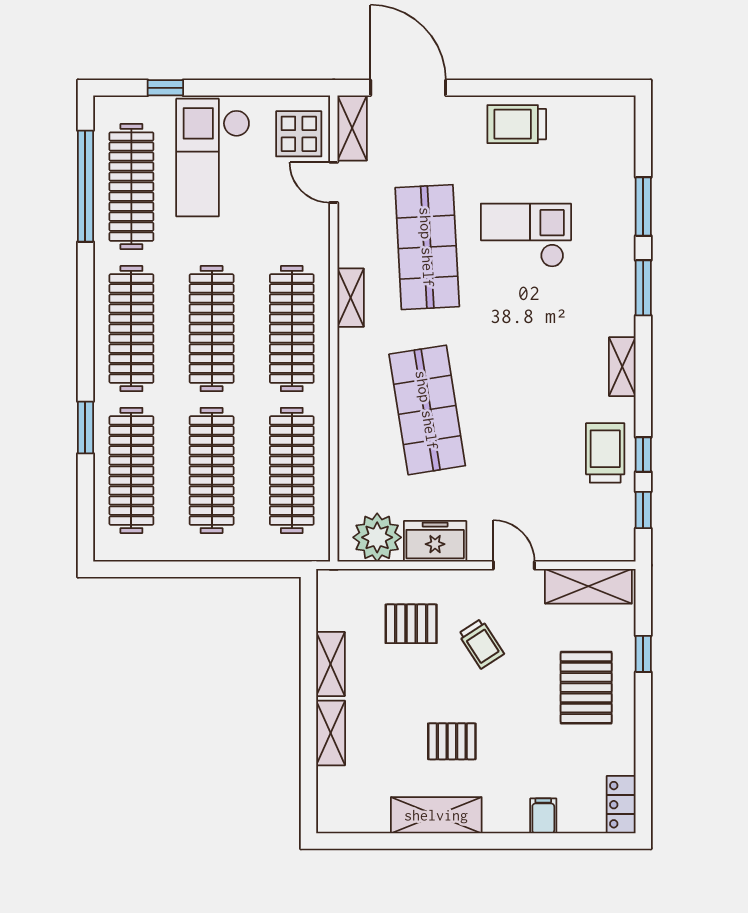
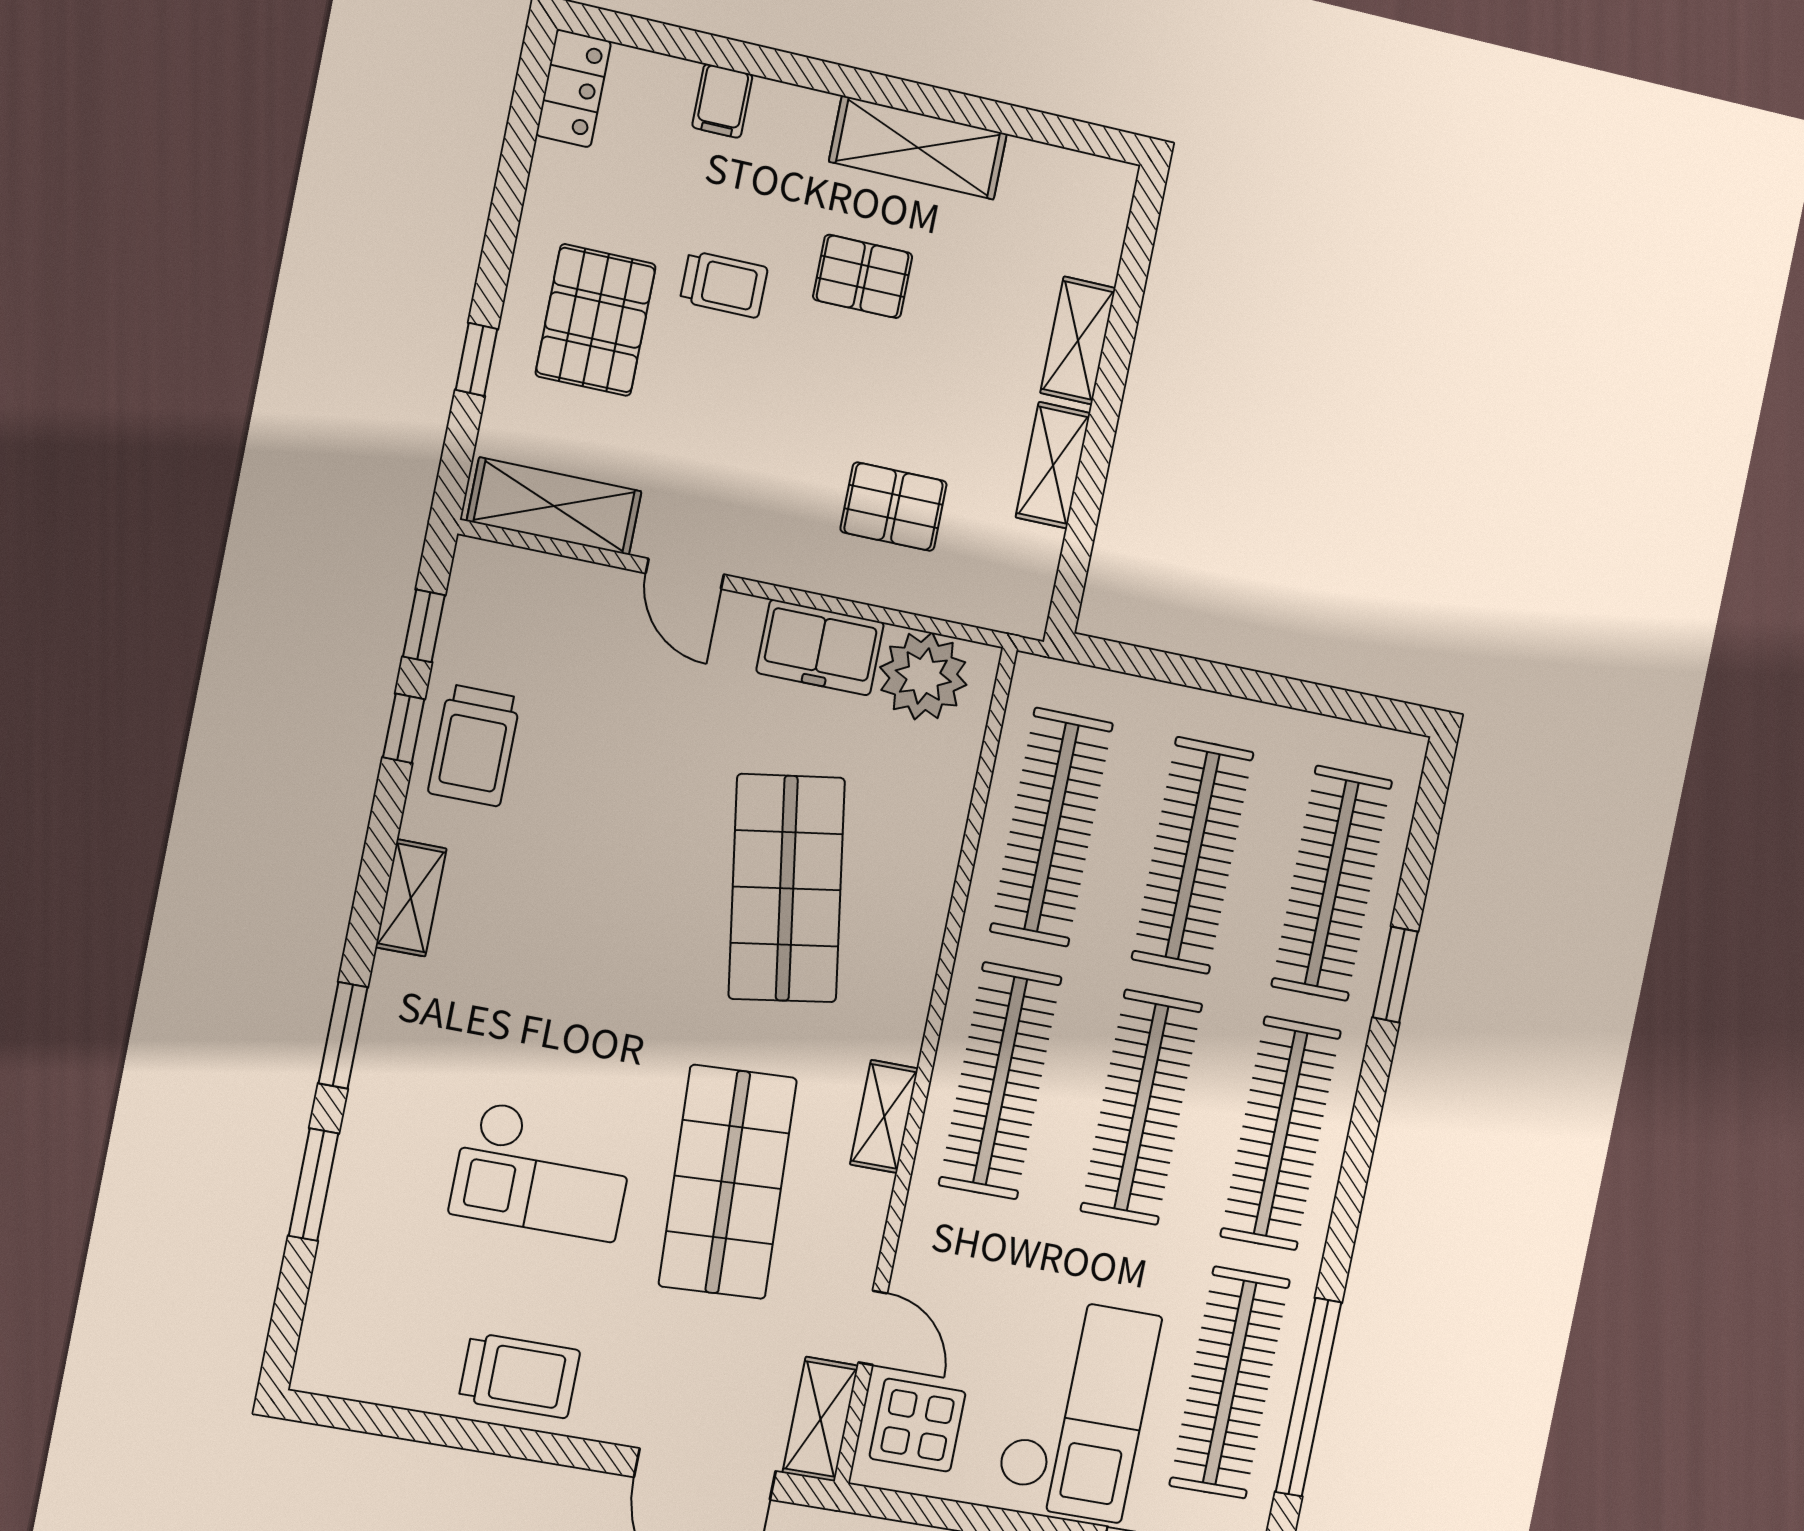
trolley: (481, 644) -> (724, 284), moved, turned 123

